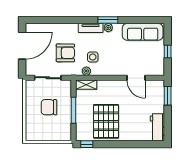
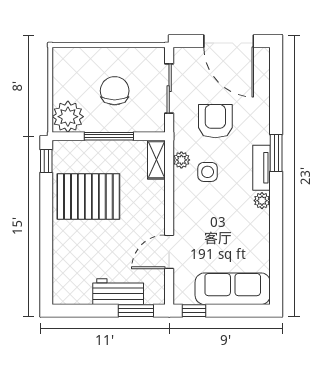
window: (108, 20) -> (276, 153), moved
sofa: (143, 32) -> (233, 289), moved, turned 90
window: (168, 52) -> (194, 311), moved
armchair: (65, 53) -> (215, 121), turned 180
workbench: (157, 127) -> (118, 292), moved
plant: (63, 132) -> (68, 117), added

